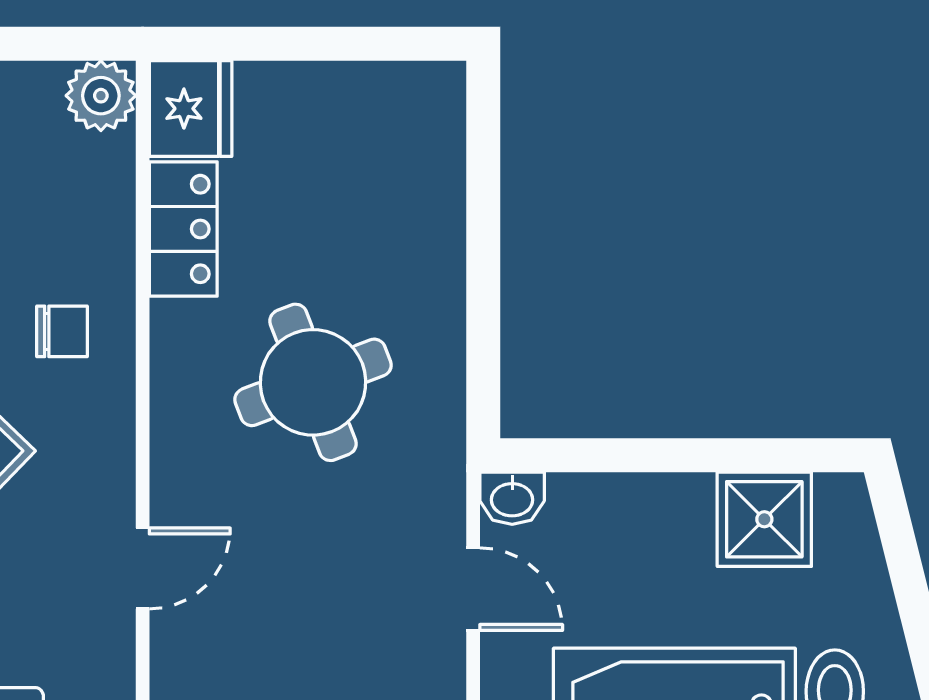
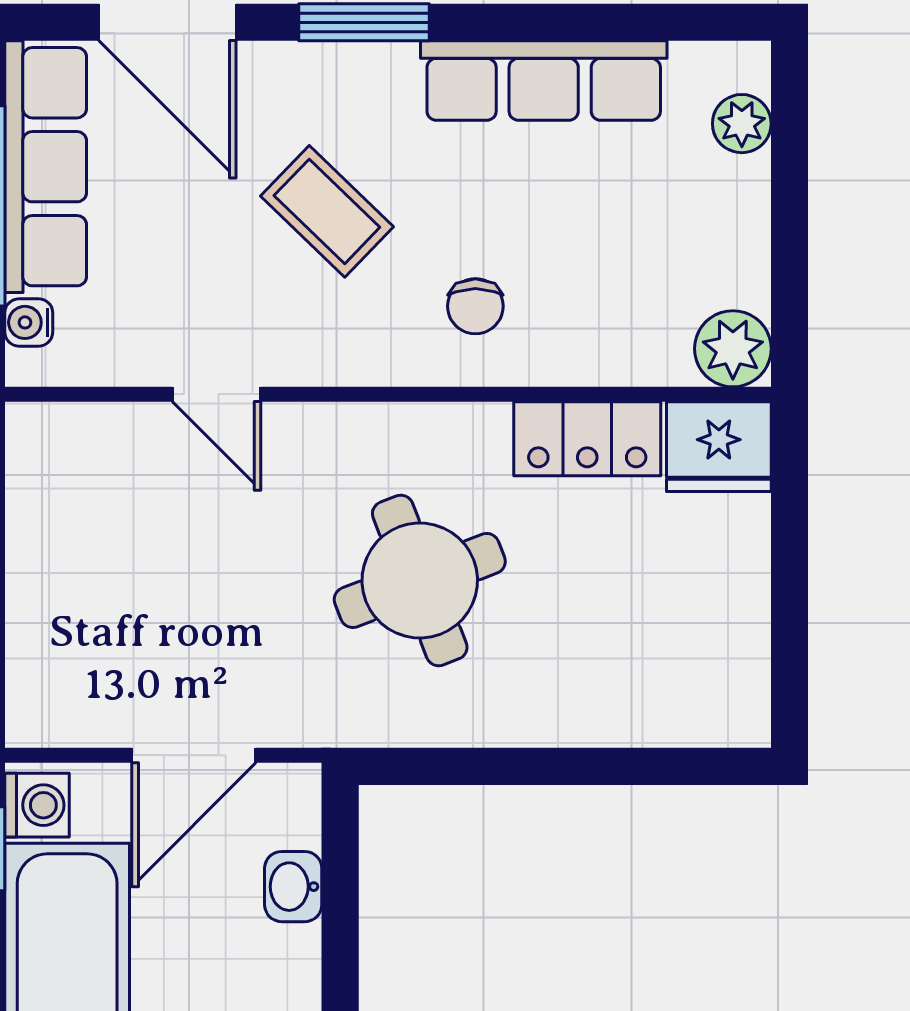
washbasin: (512, 498) -> (293, 887), moved
door: (473, 589) -> (194, 755), width x1.38

